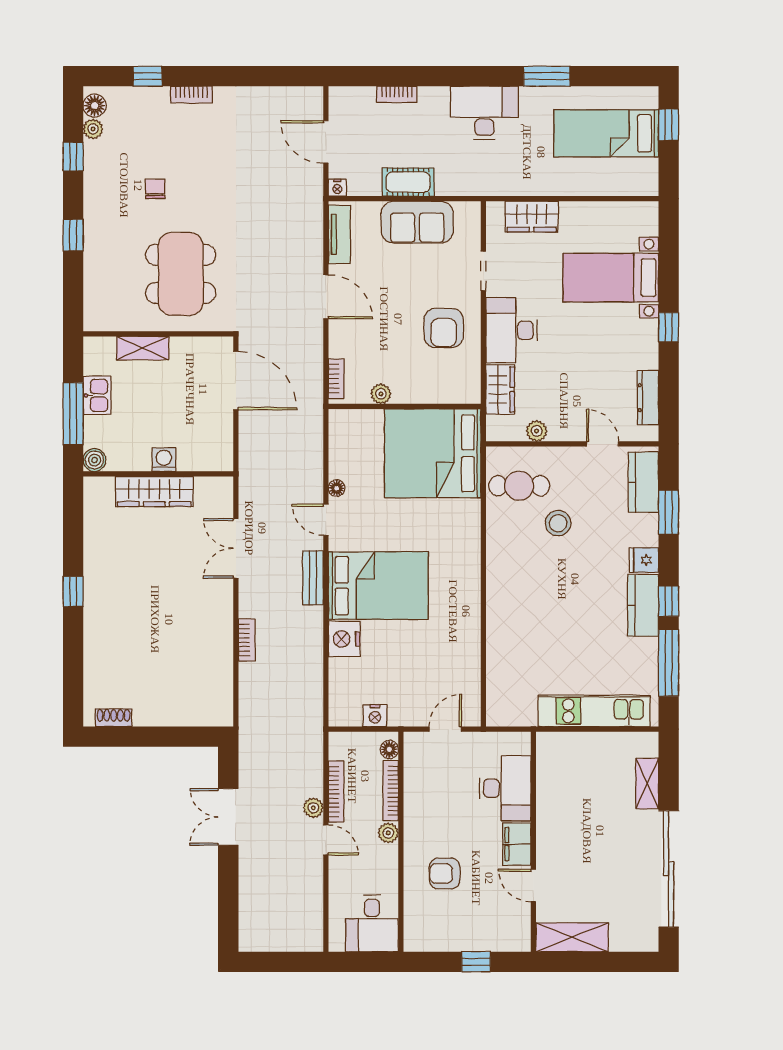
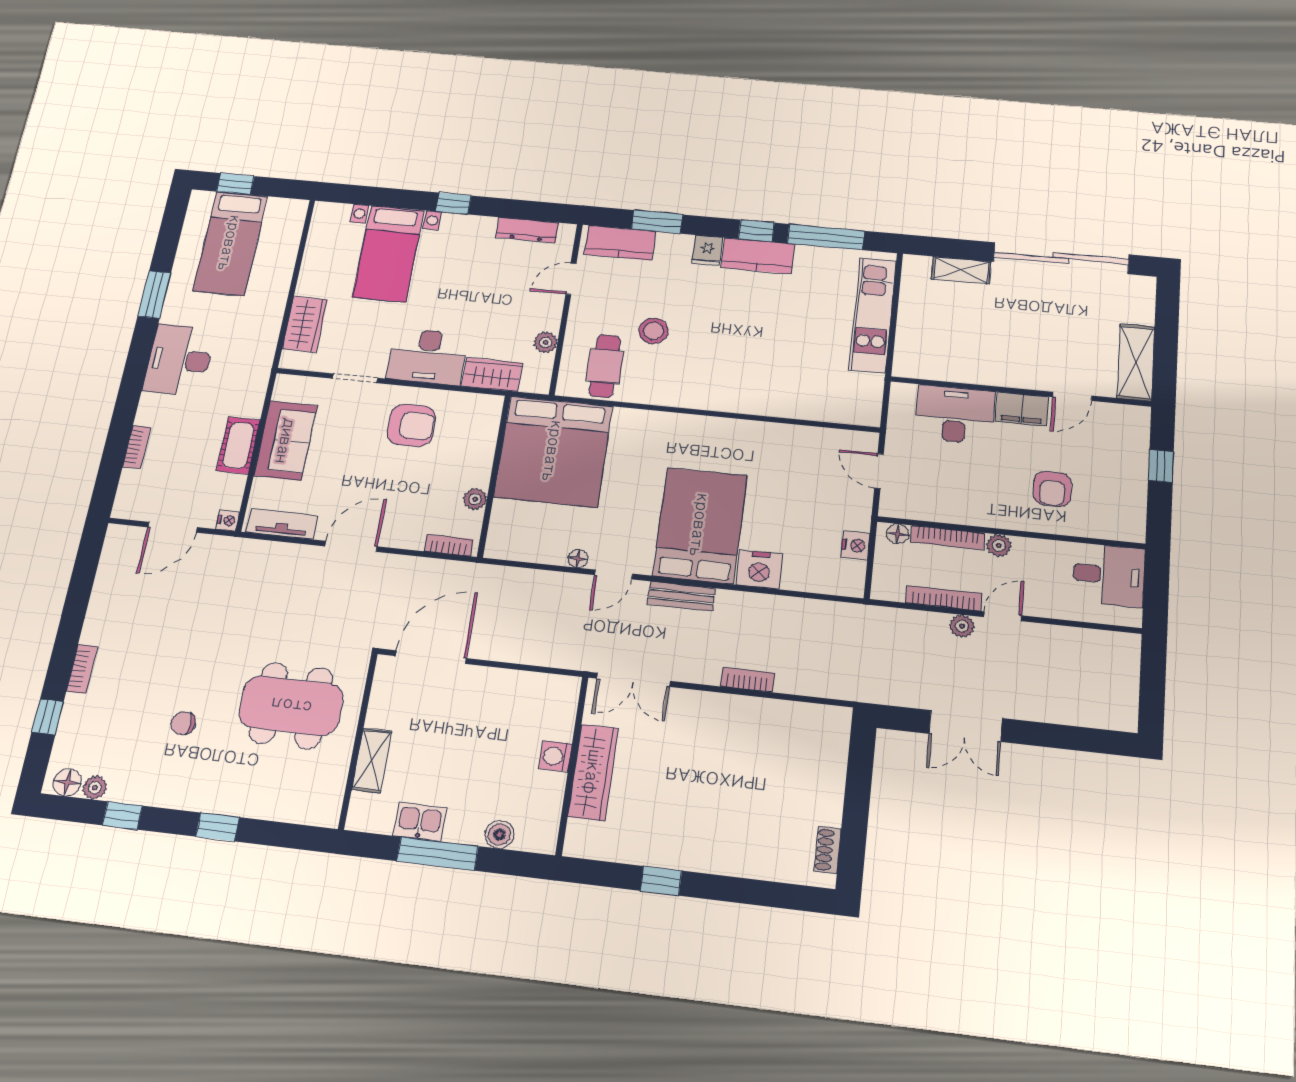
washing machine: (164, 460) -> (555, 756), moved
wall: (158, 474) -> (572, 765), moved
wardrobe: (154, 491) -> (593, 772), moved

